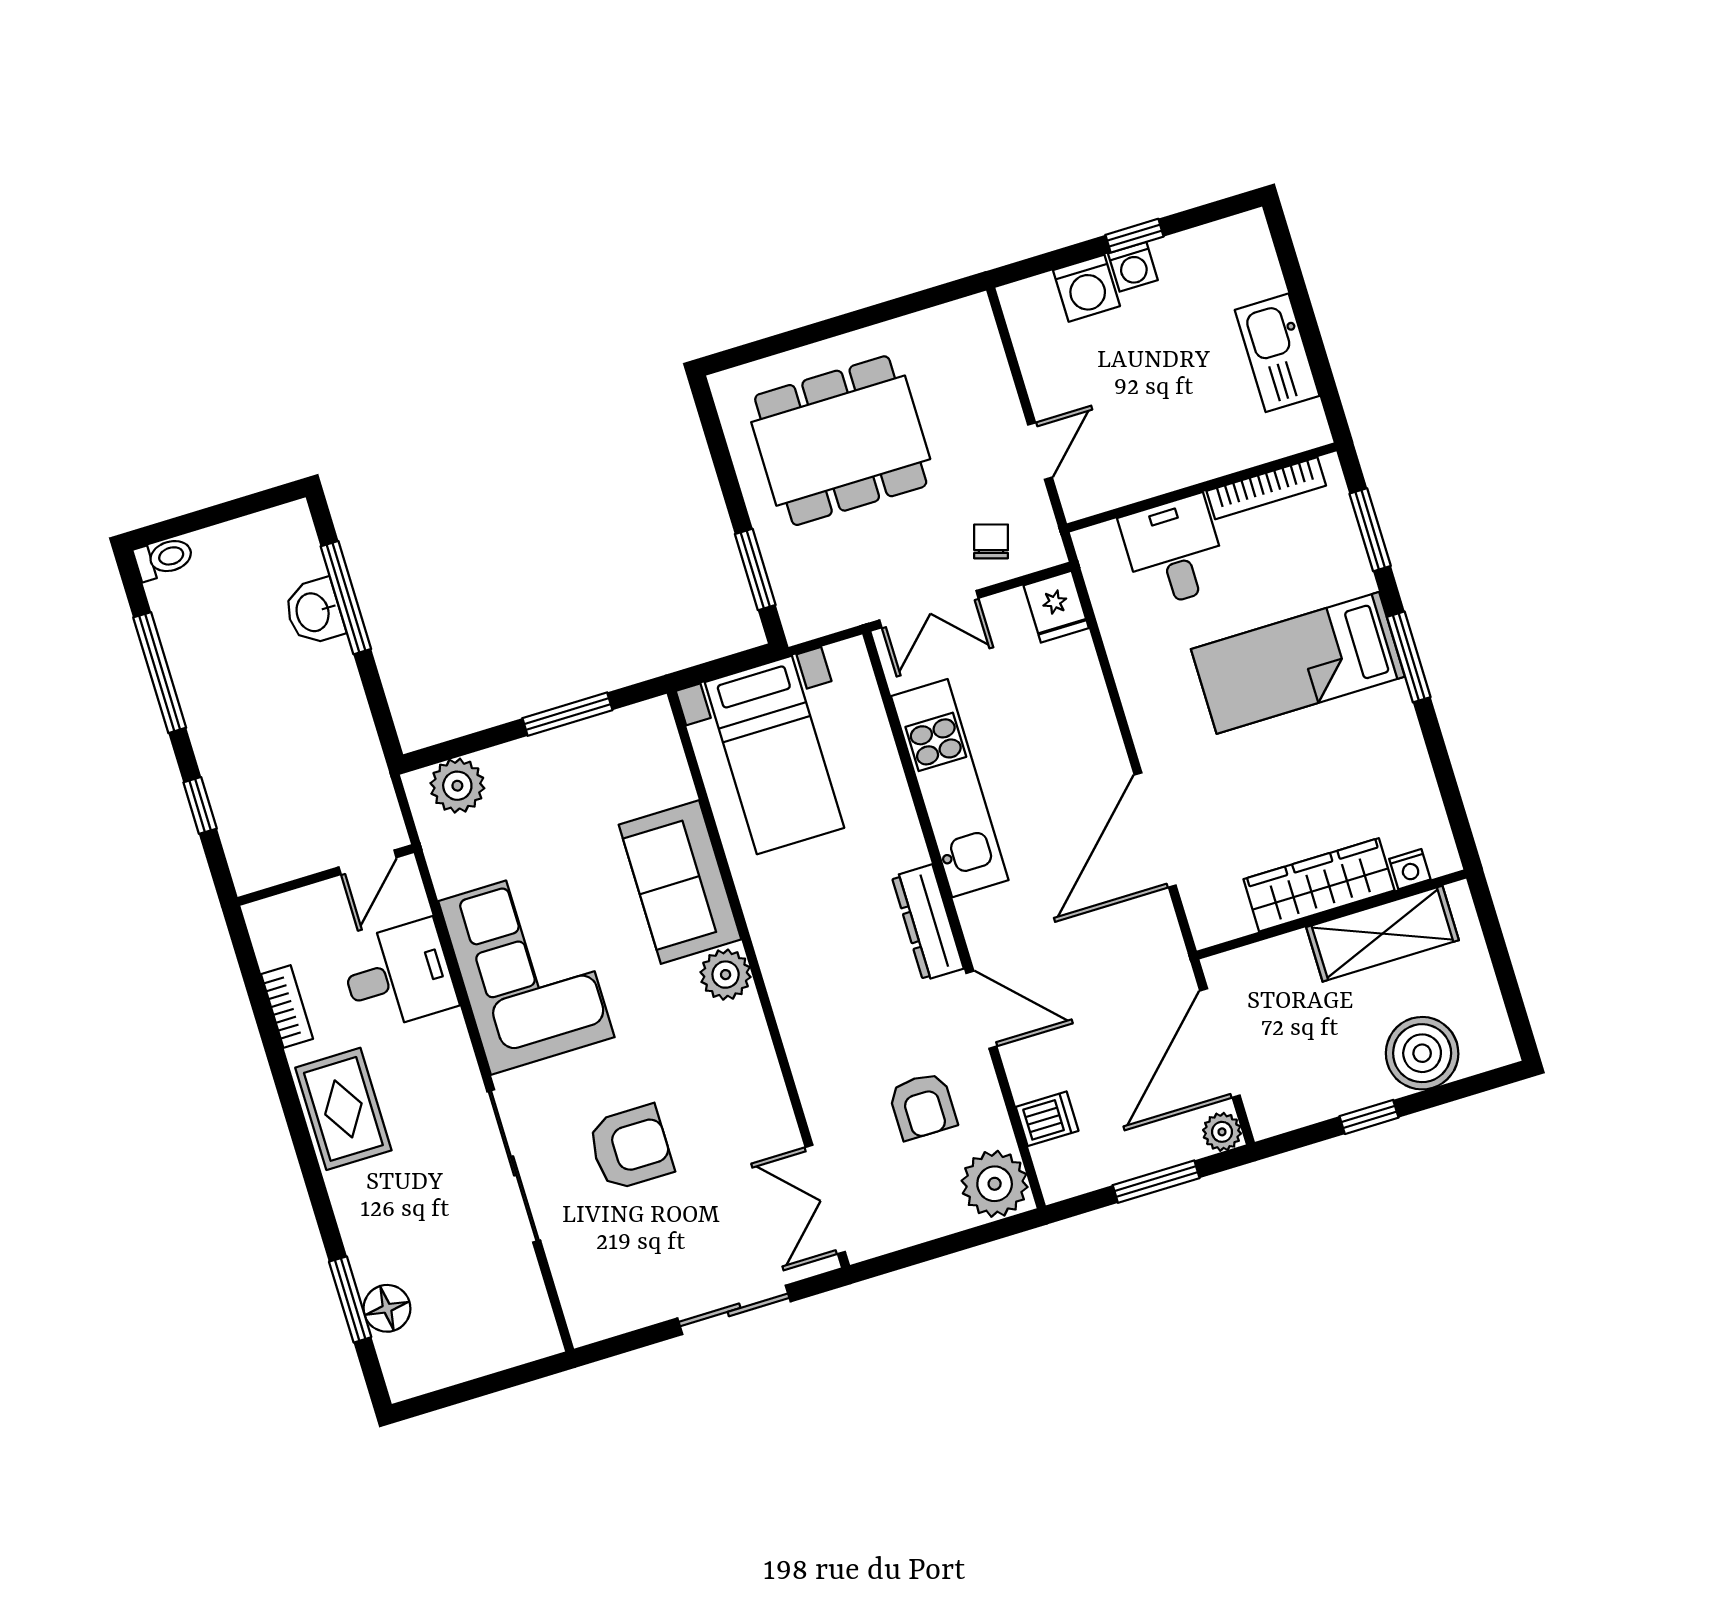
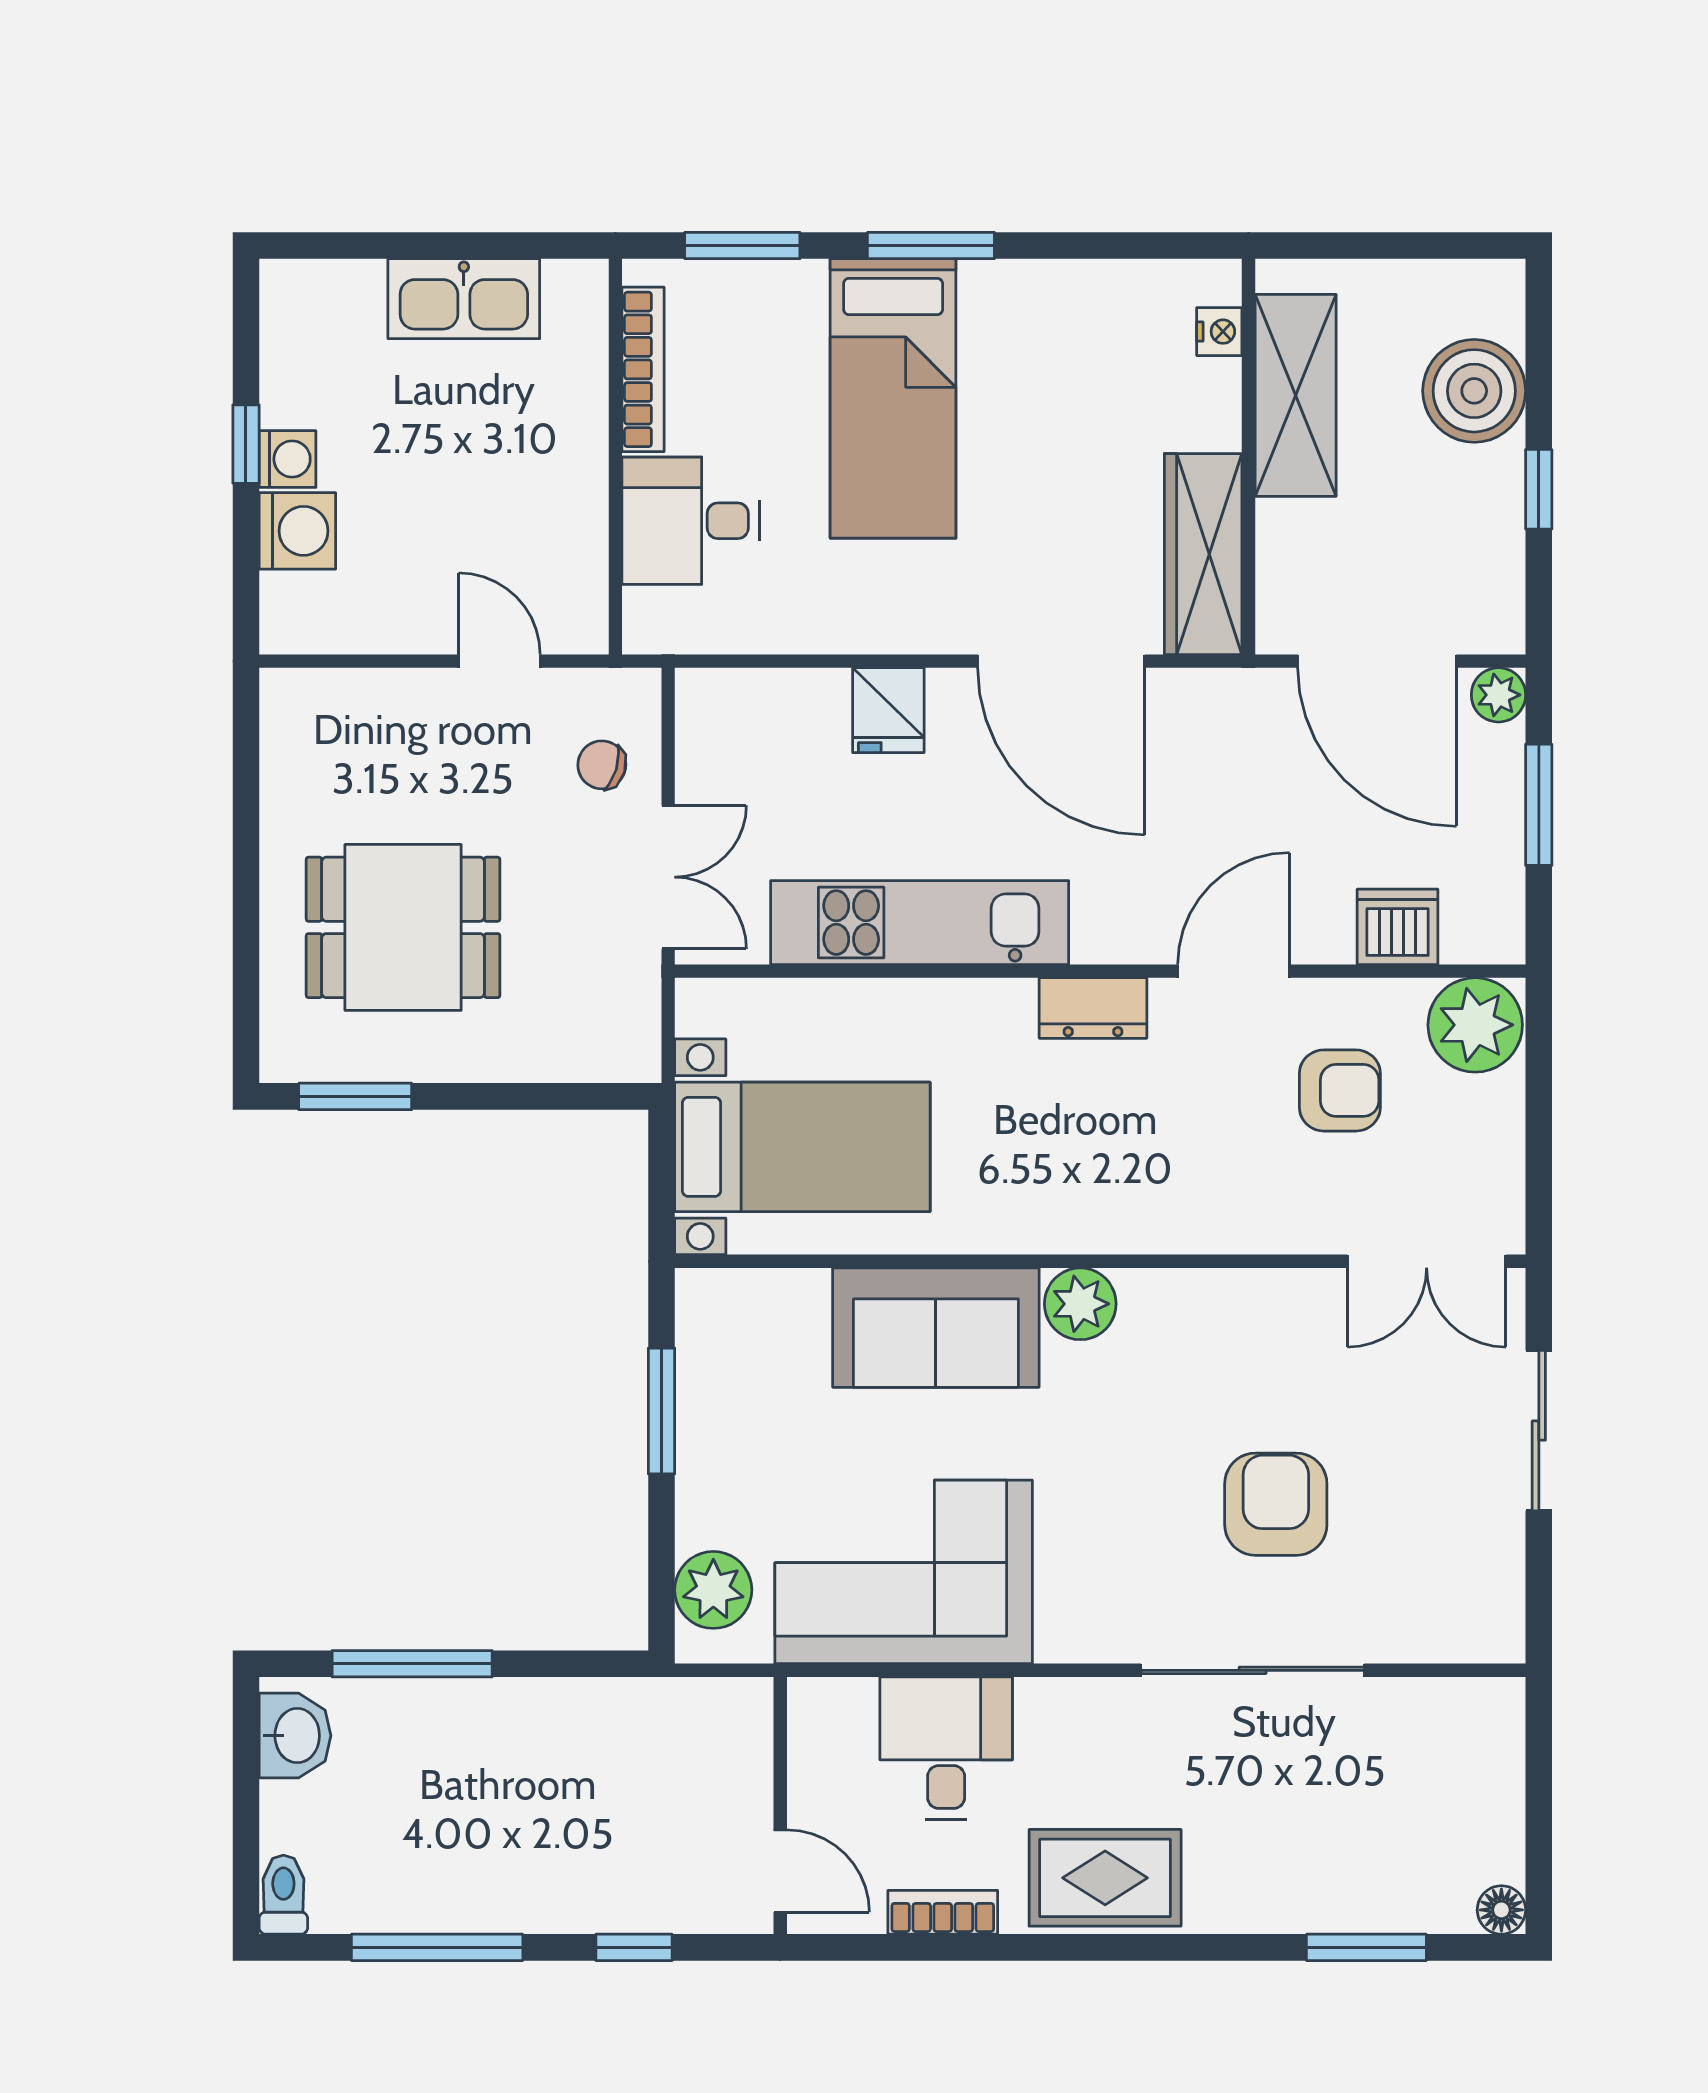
dining table: (841, 441) -> (403, 927), width x0.73
window: (755, 569) -> (355, 1096), moved
fridge: (1056, 607) -> (888, 710), moved, turned 90
washbasin: (314, 612) -> (295, 1736), moved, turned -90
door: (368, 862) -> (780, 1871), moved
wardrobe: (1319, 885) -> (1203, 554), moved
dresser: (928, 923) -> (1093, 1008), width x0.70
corner sofa: (526, 969) -> (904, 1572), moved
dishwasher: (1047, 1119) -> (1398, 927), width x1.38
floor lamp: (387, 1308) -> (1501, 1910), moved, width x0.73, depth x0.73

